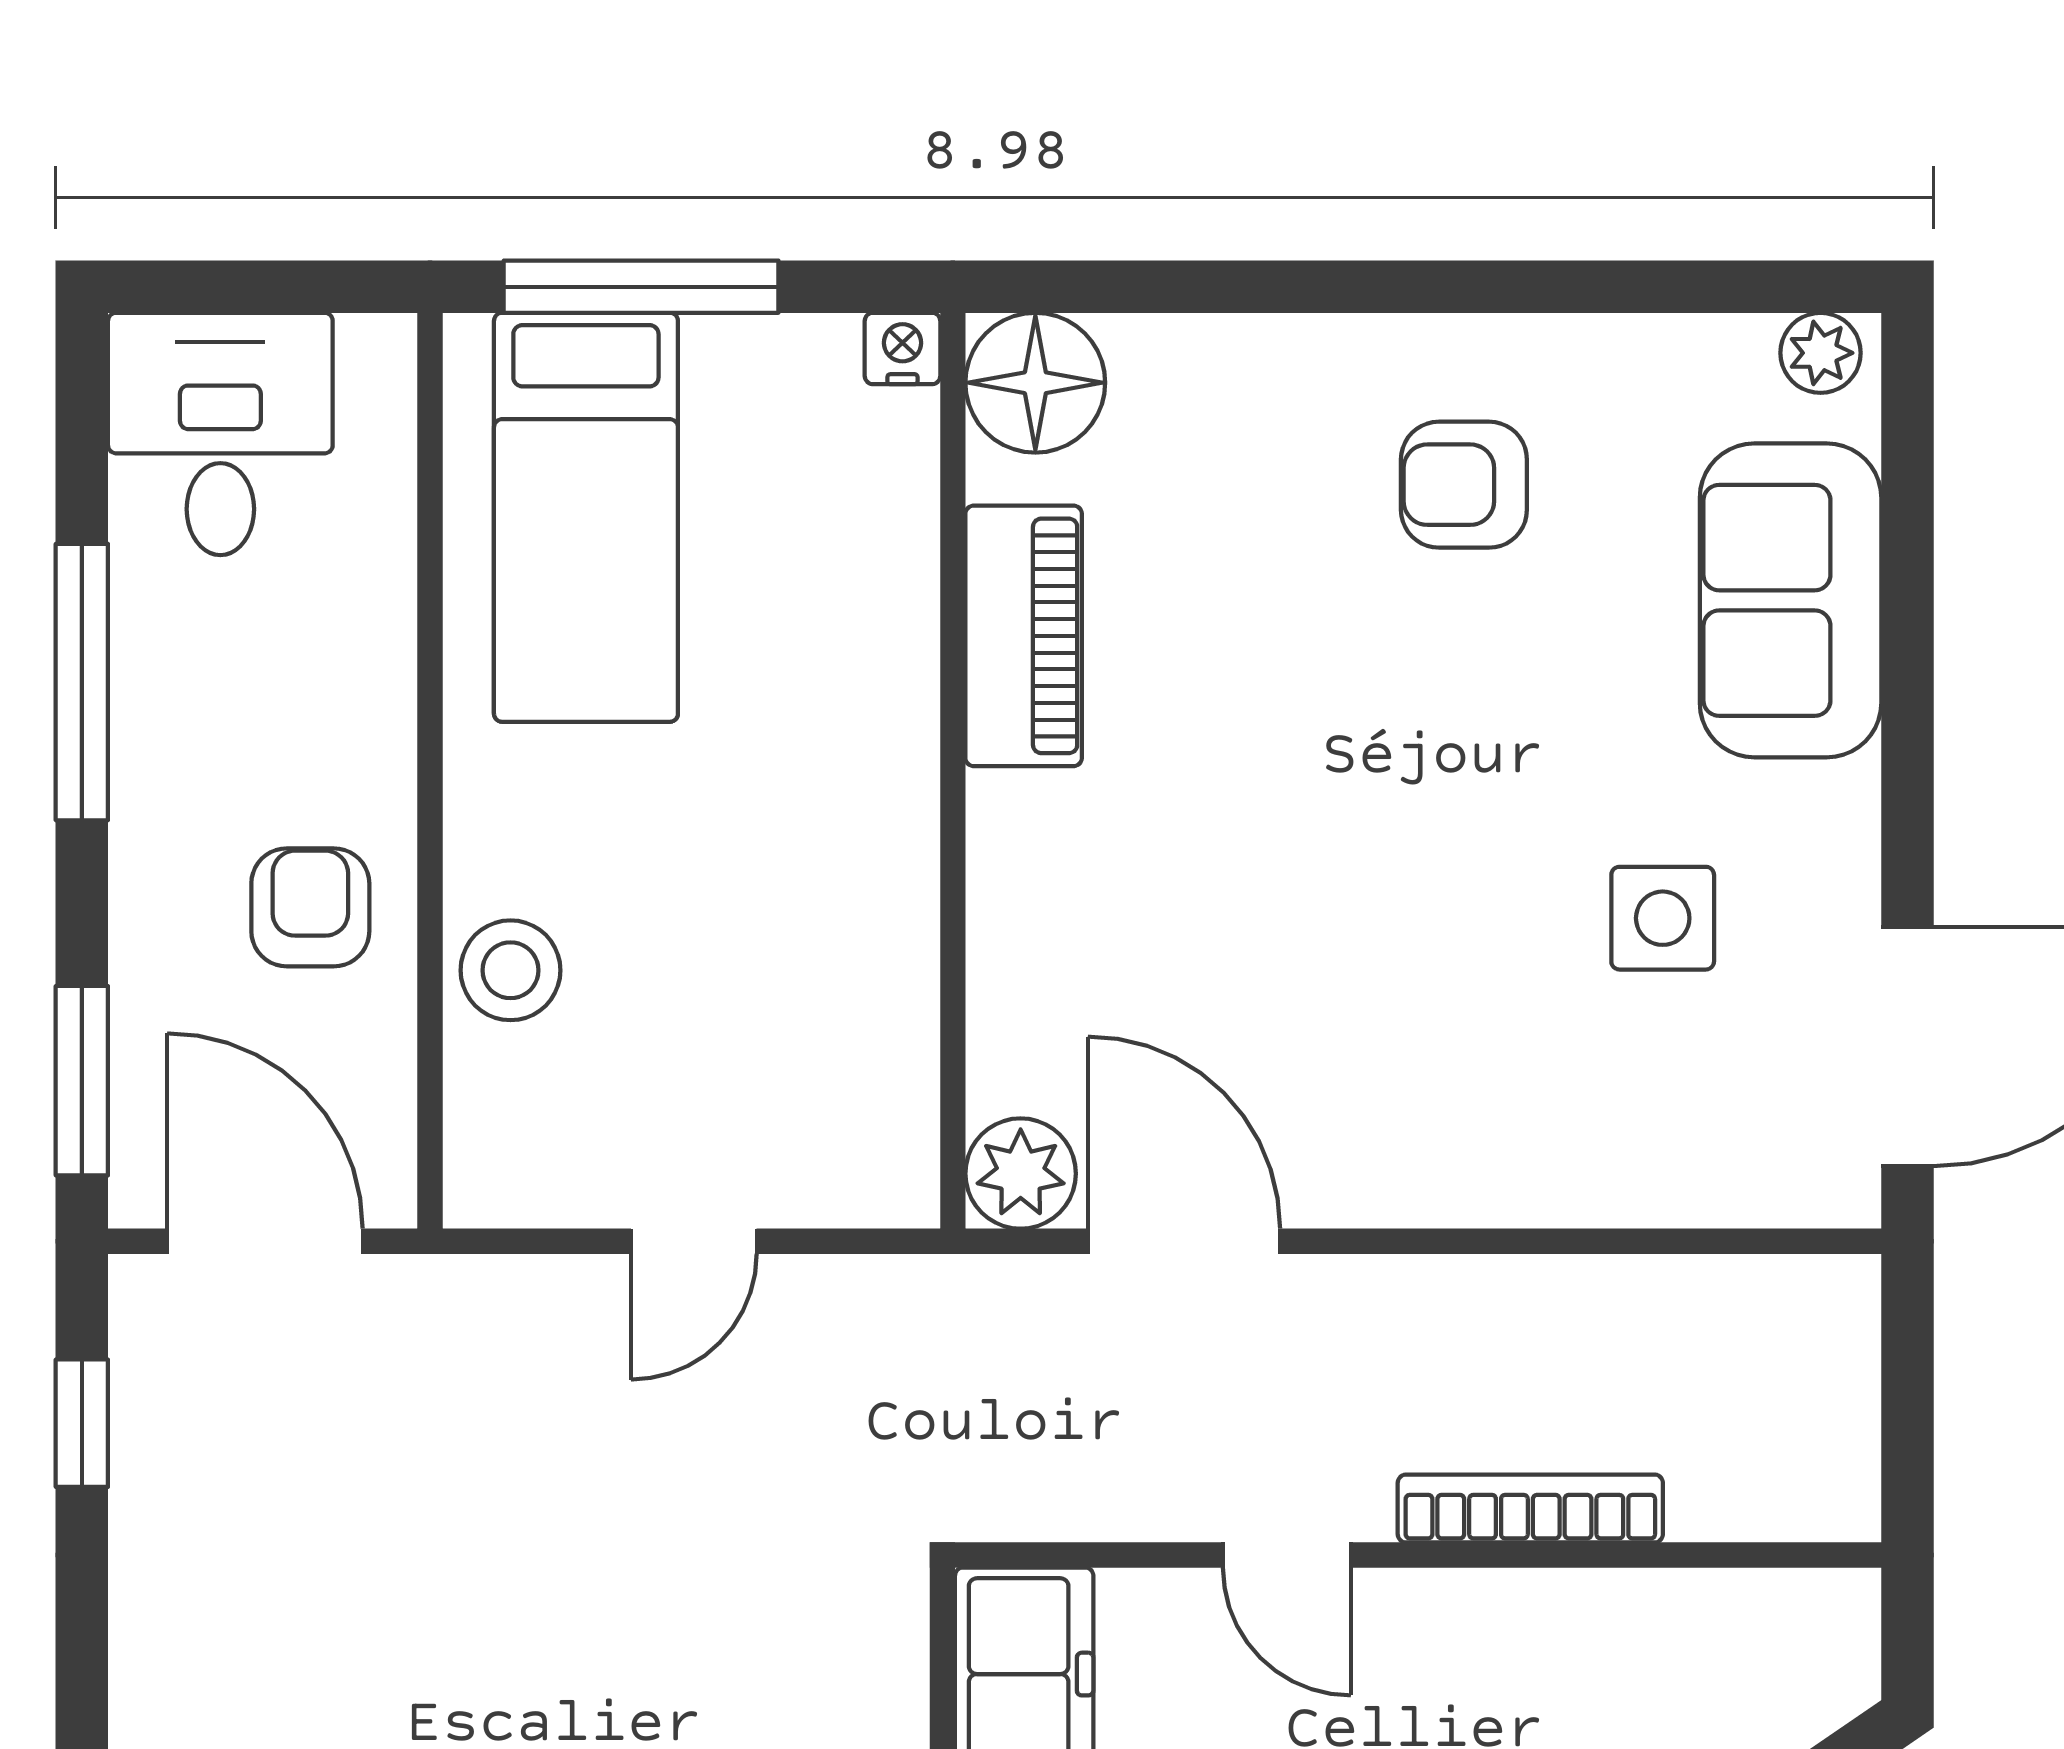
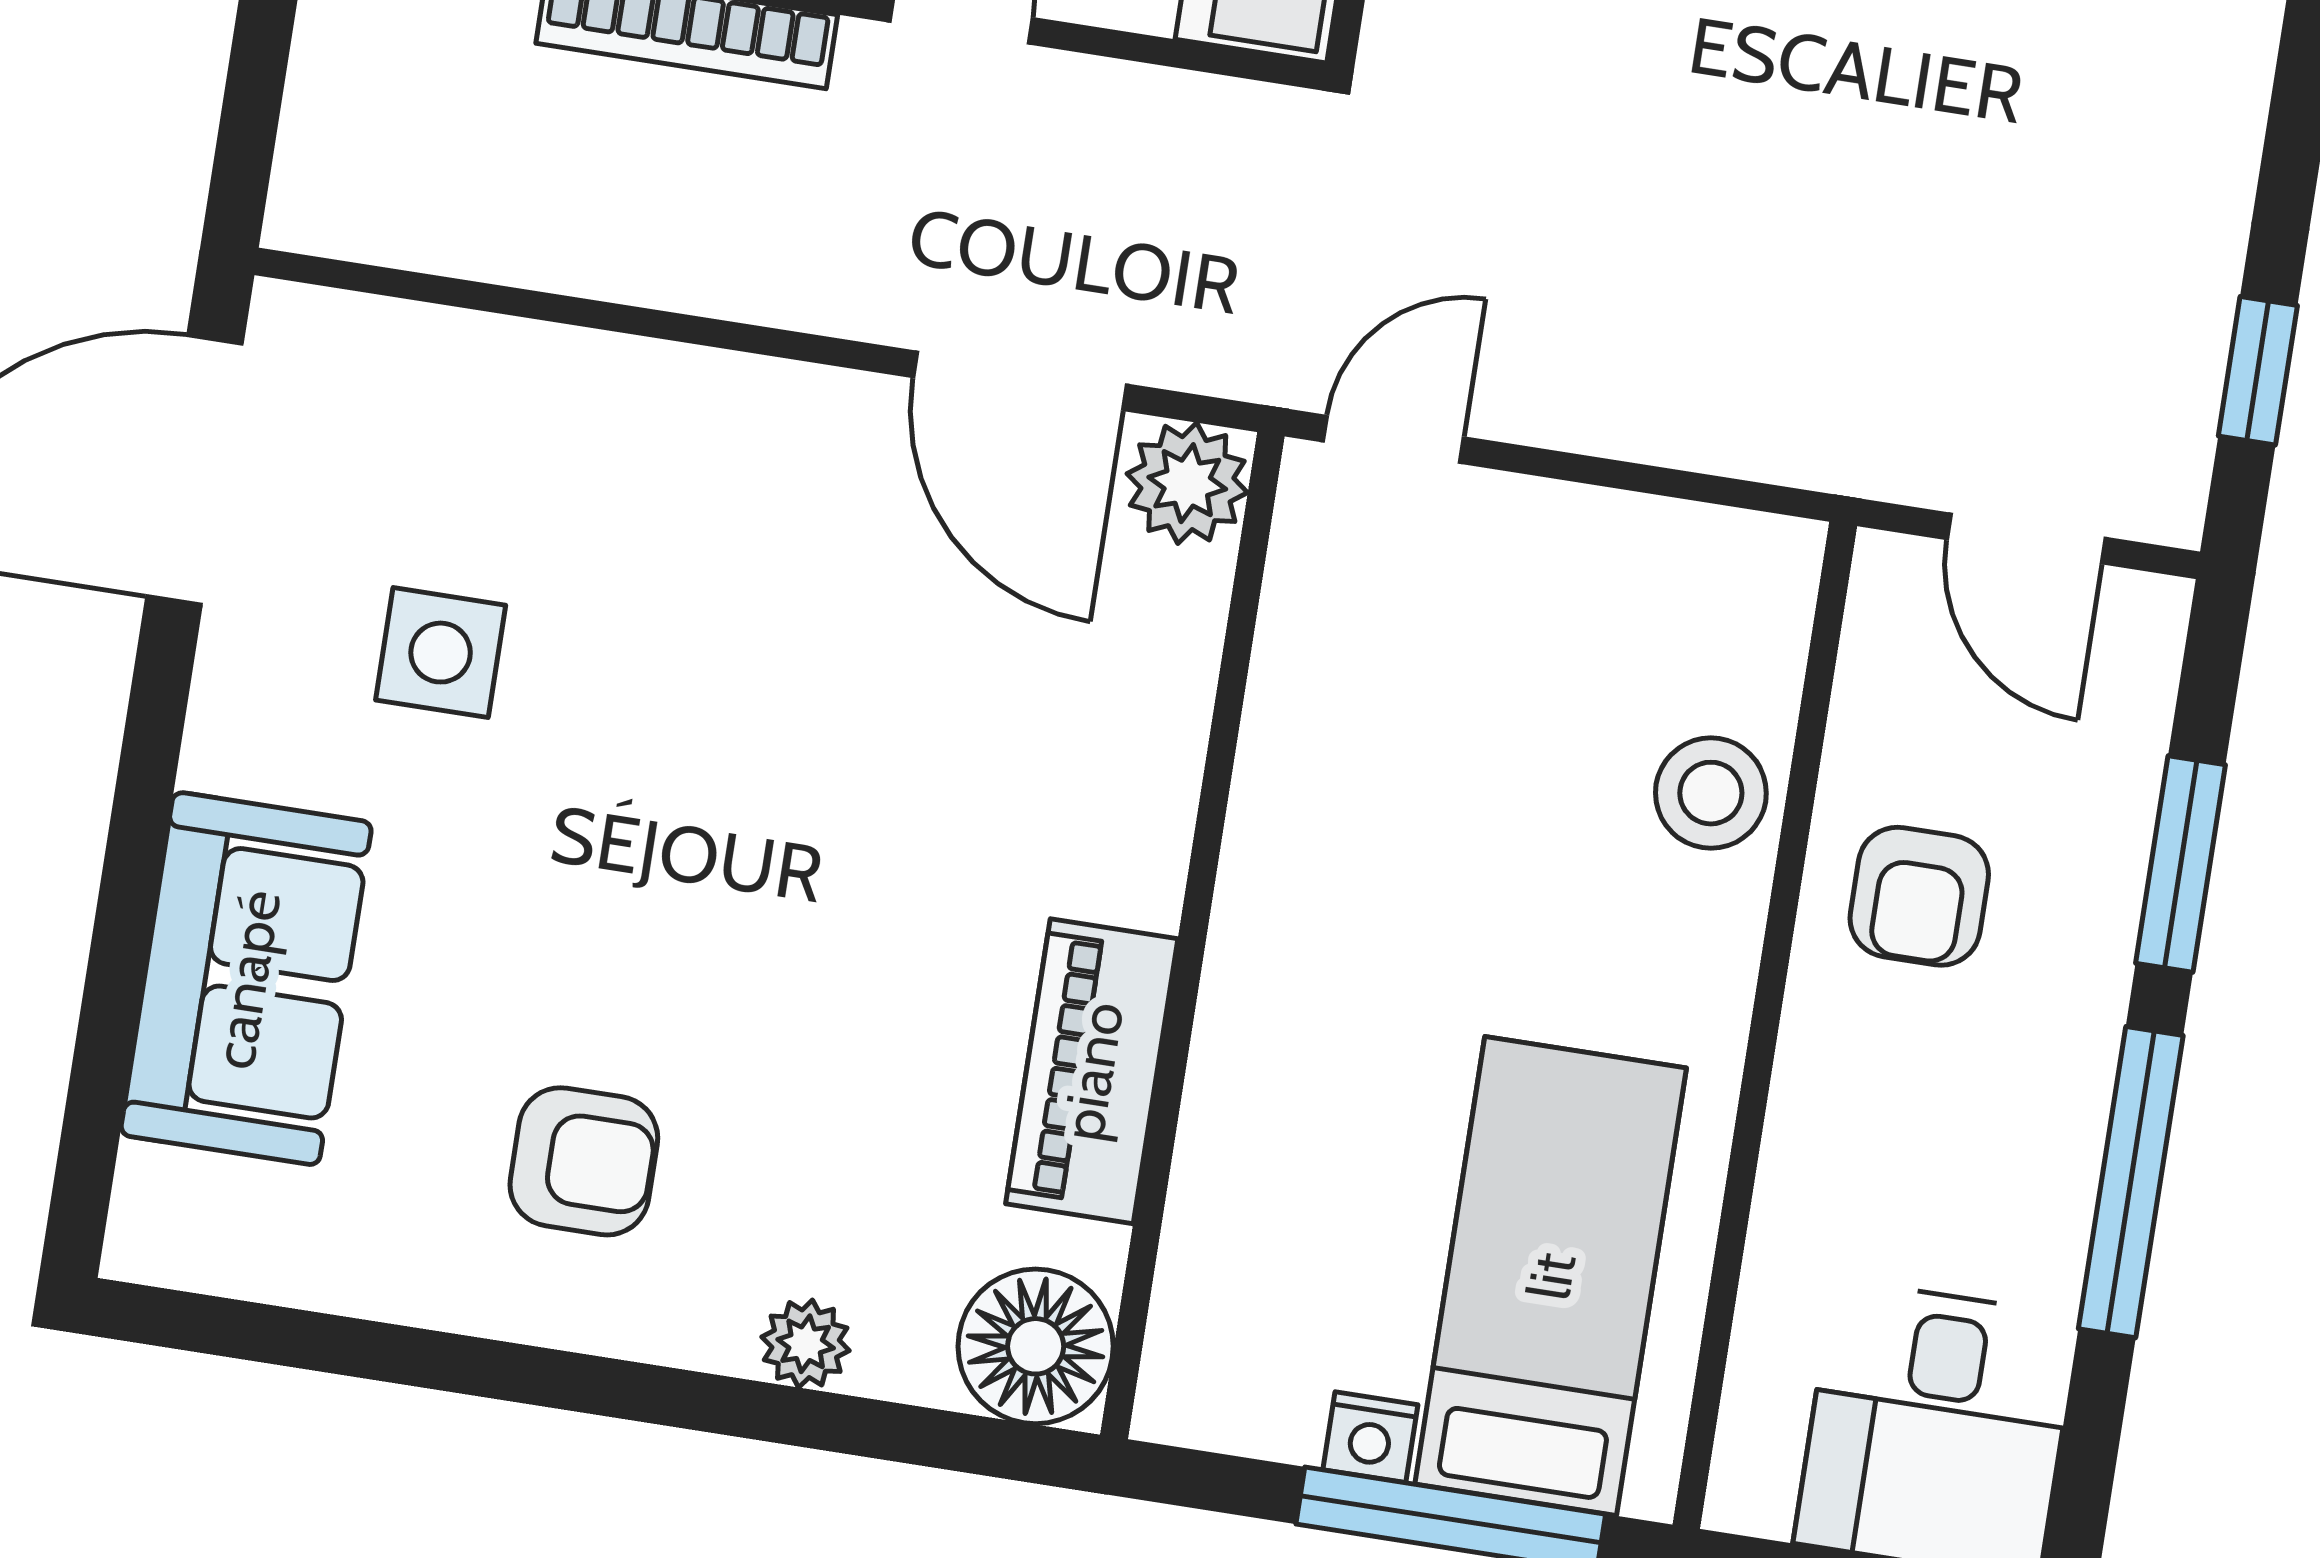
nightstand: (902, 348) -> (1370, 1437), moved
plant: (1821, 353) -> (806, 1344), moved
window: (82, 1081) -> (2181, 864), moved
door: (265, 1241) -> (2026, 538), width x0.73
door: (694, 1241) -> (1393, 439), moved

